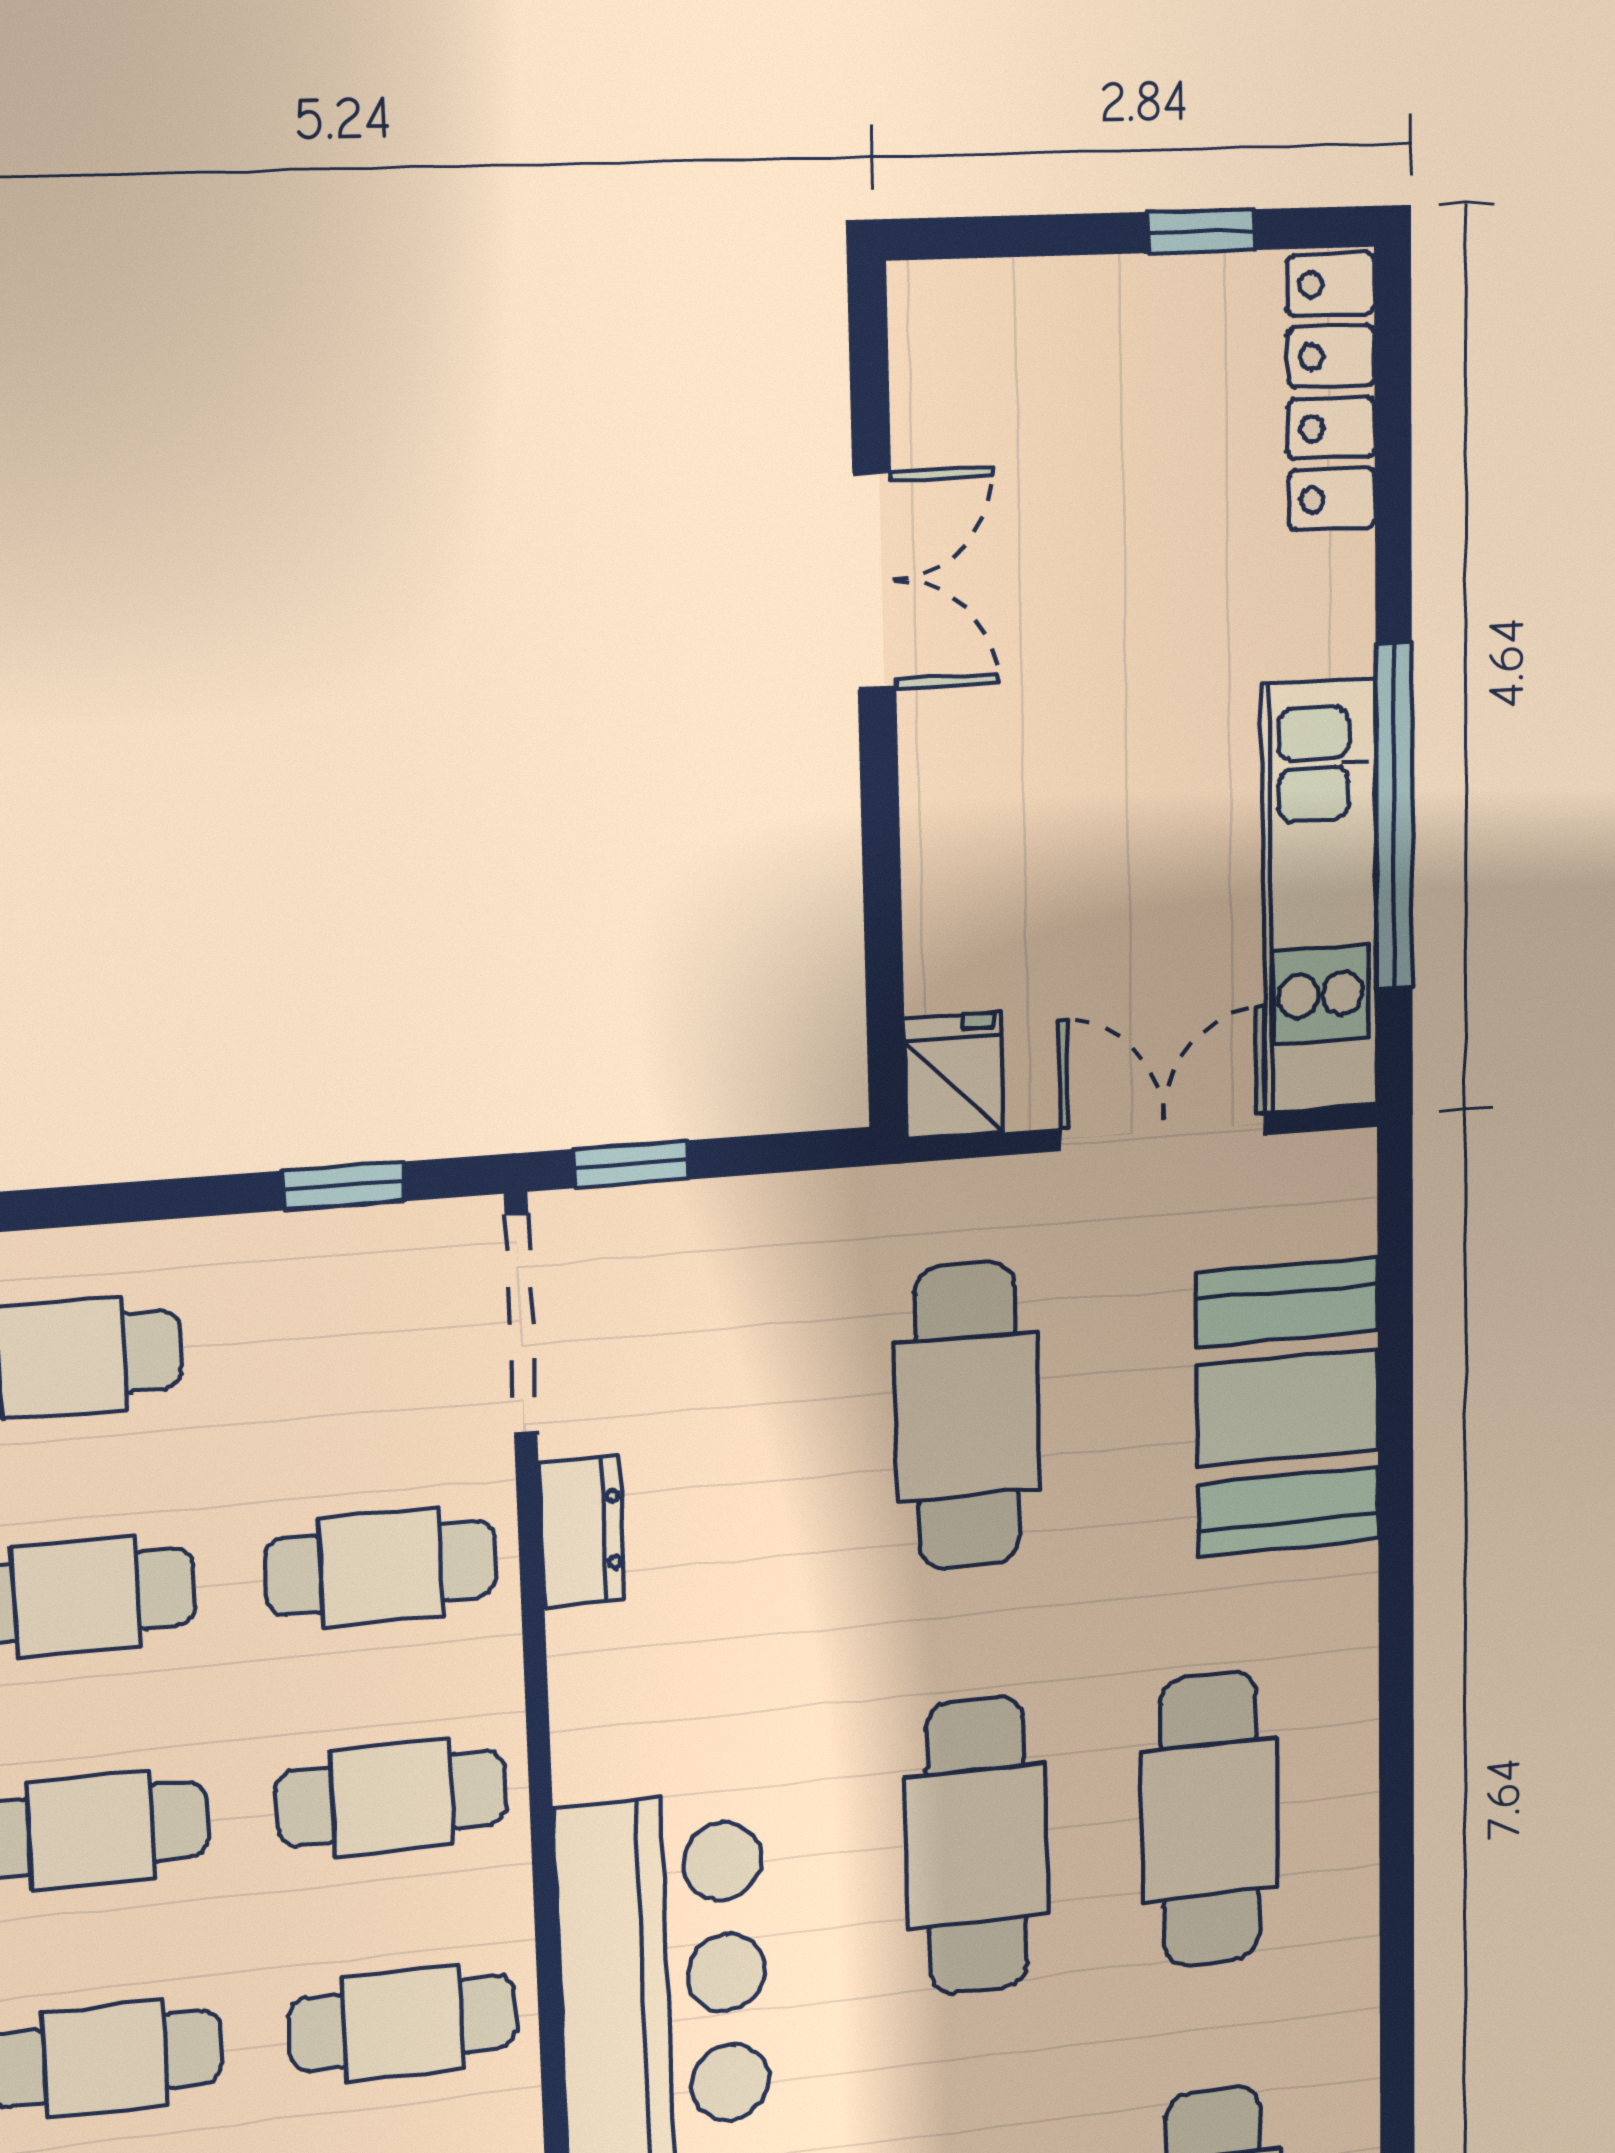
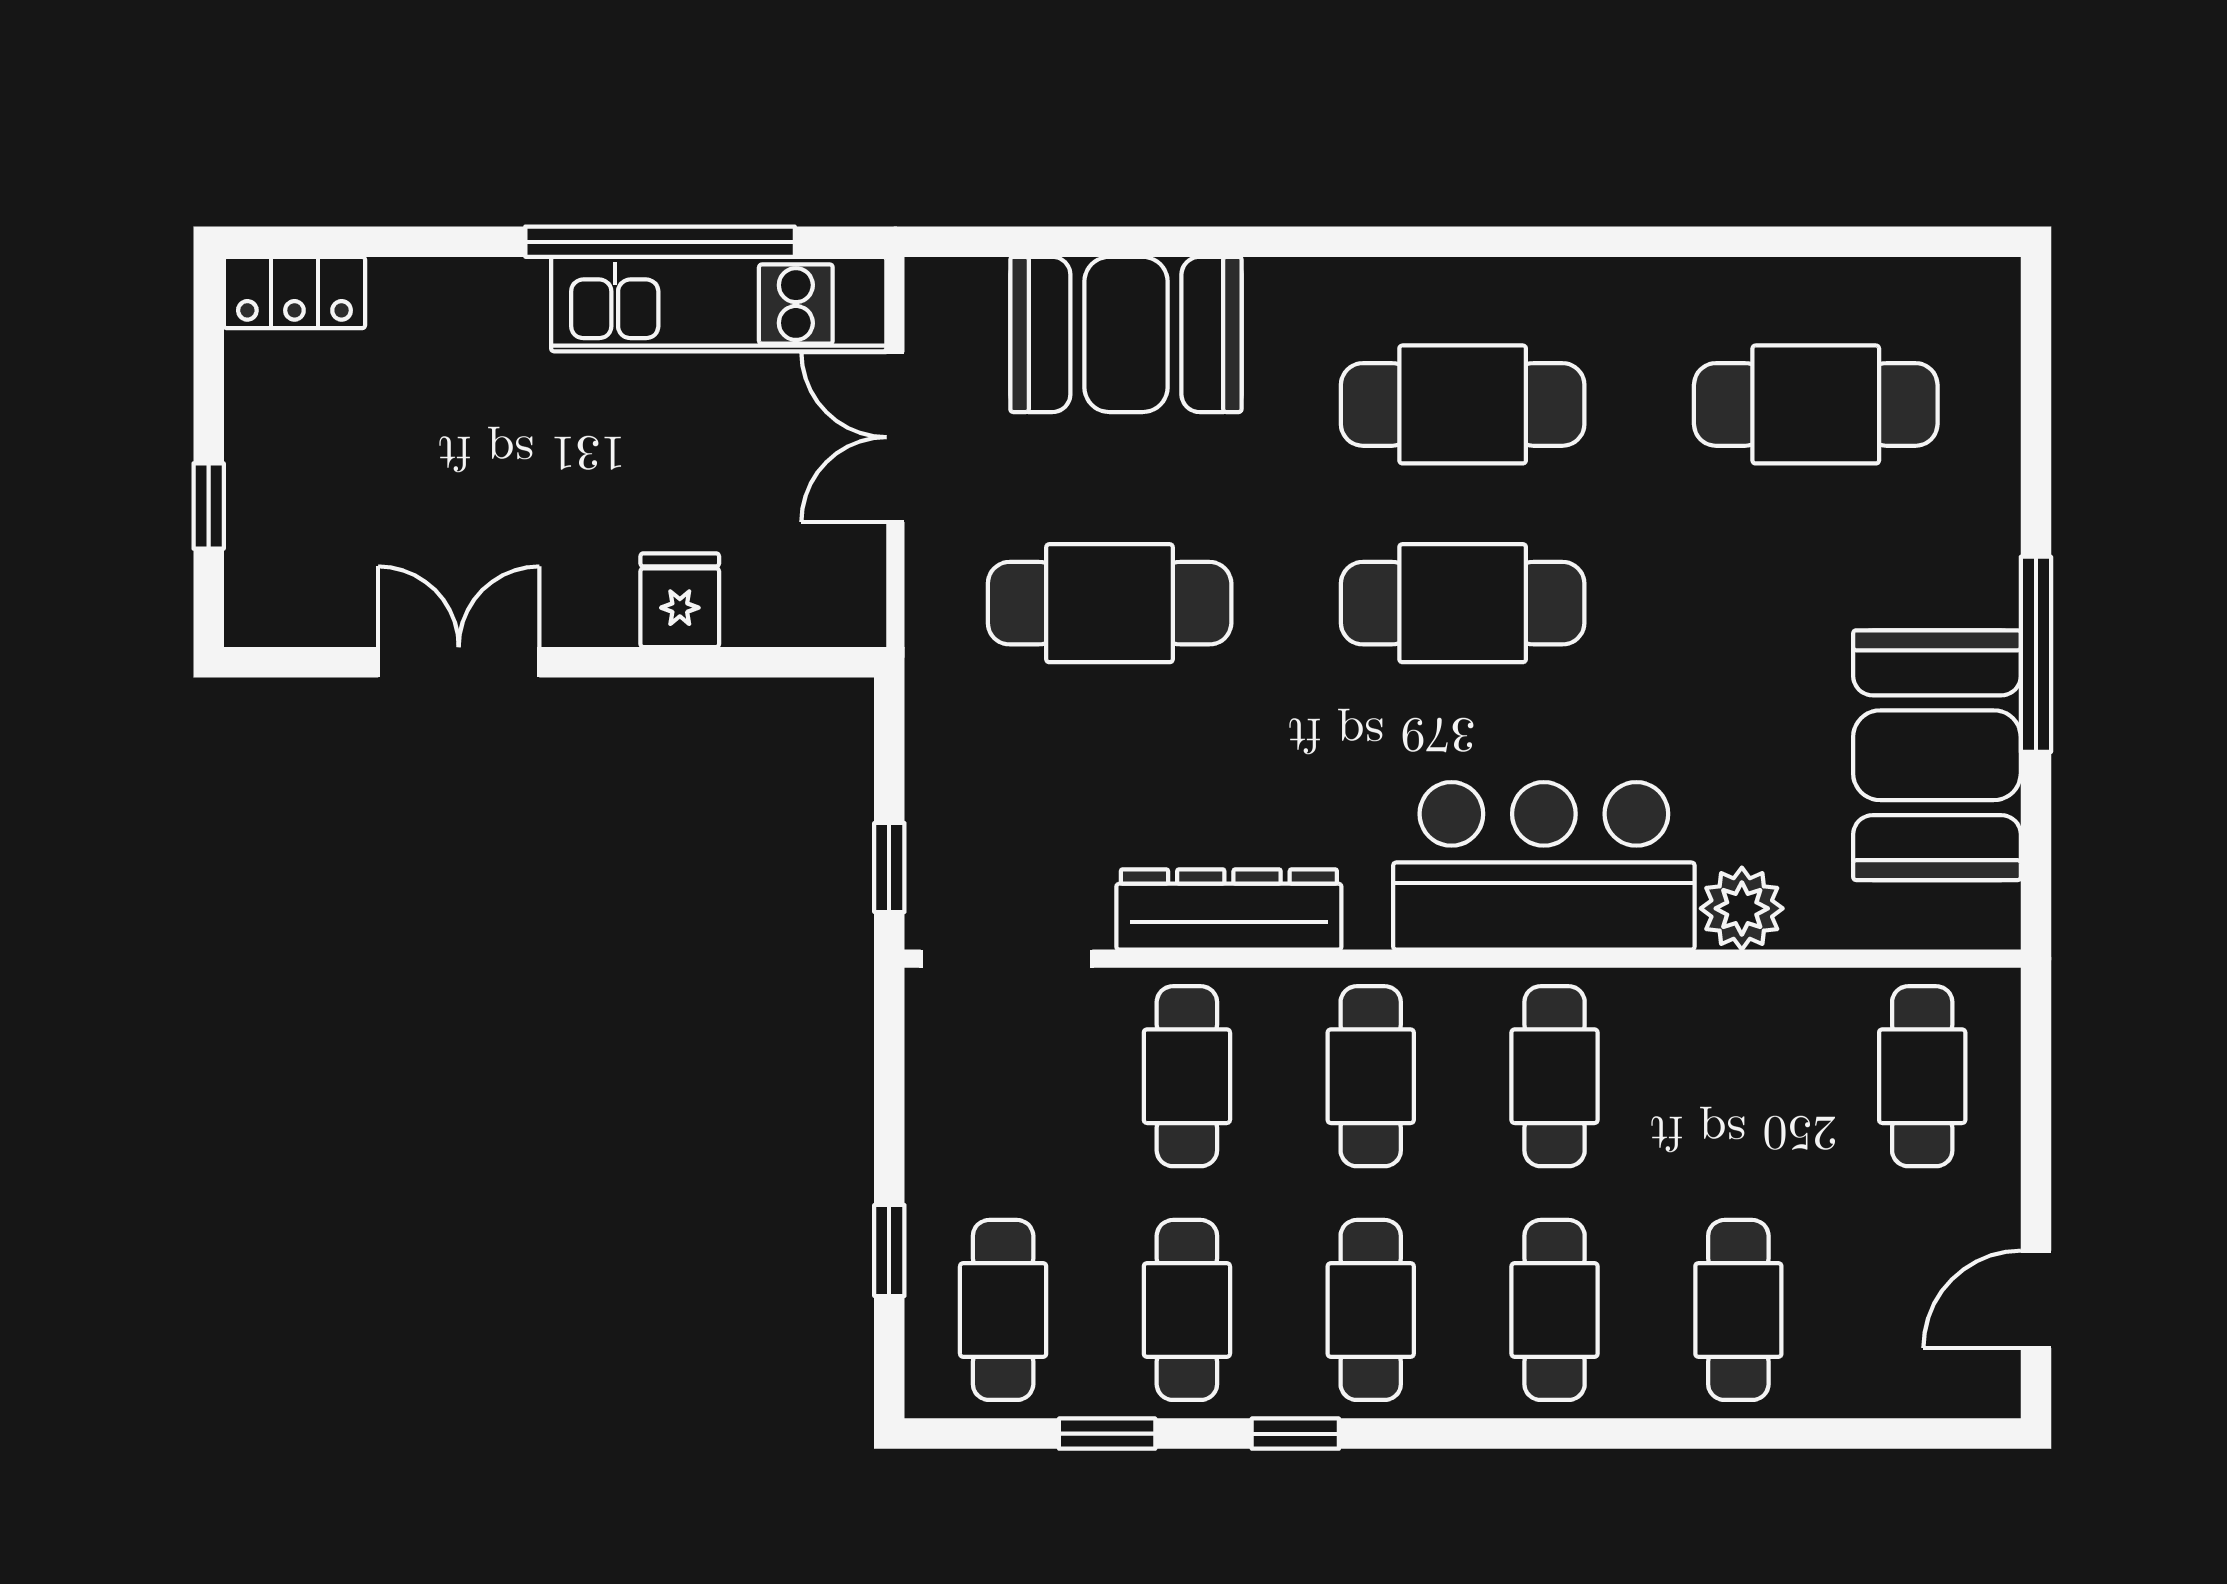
window: (1201, 231) -> (209, 506), moved
locker: (1331, 392) -> (294, 293), width x0.66
fridge: (954, 1076) -> (680, 600), moved, turned 90
window: (343, 1186) -> (889, 1250), moved
dresser: (582, 1532) -> (1229, 909), width x1.96, depth x1.24

